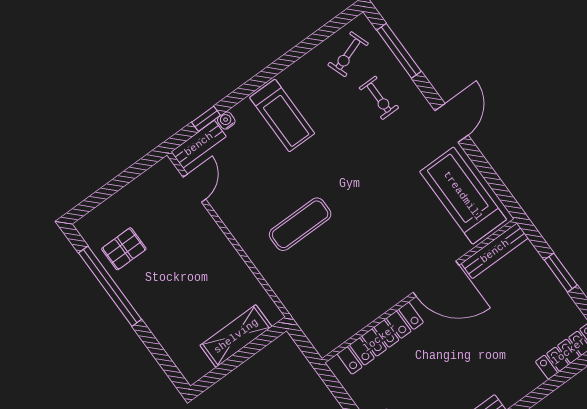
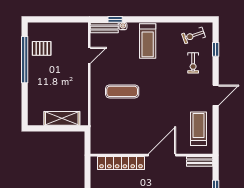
window: (399, 51) -> (216, 49), width x0.46
door: (194, 188) -> (89, 55), moved
treadmill: (463, 196) -> (198, 129), width x0.73, depth x0.73
bench: (495, 251) -> (200, 161), width x0.73
door: (436, 279) -> (162, 155), swing flipped

